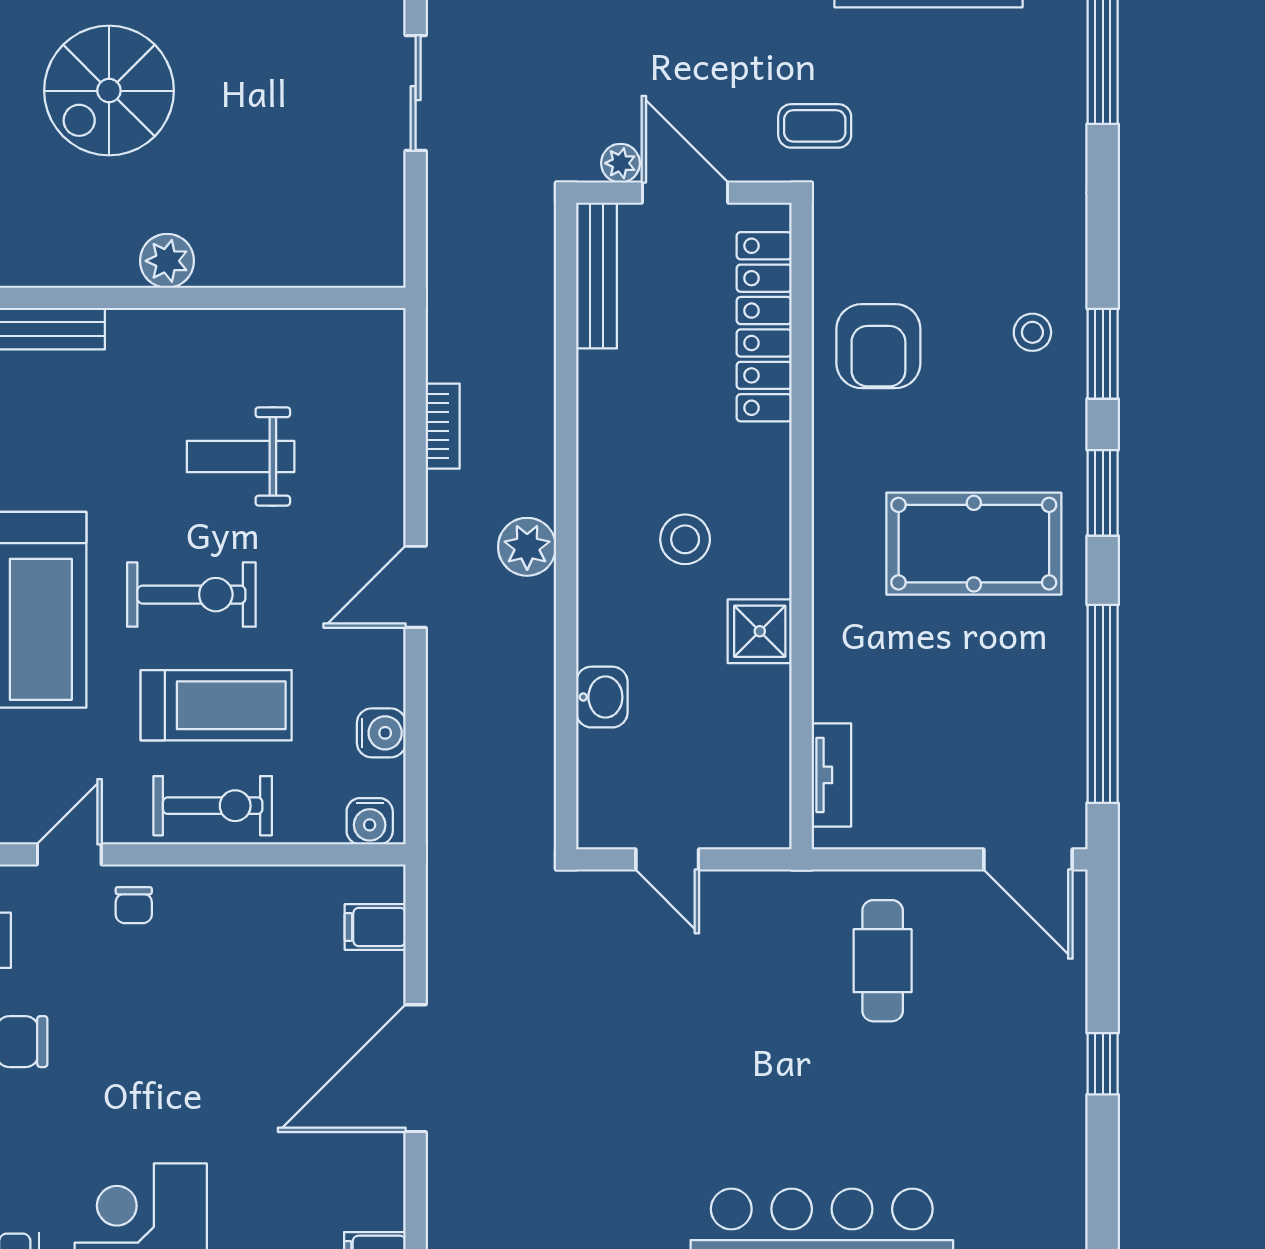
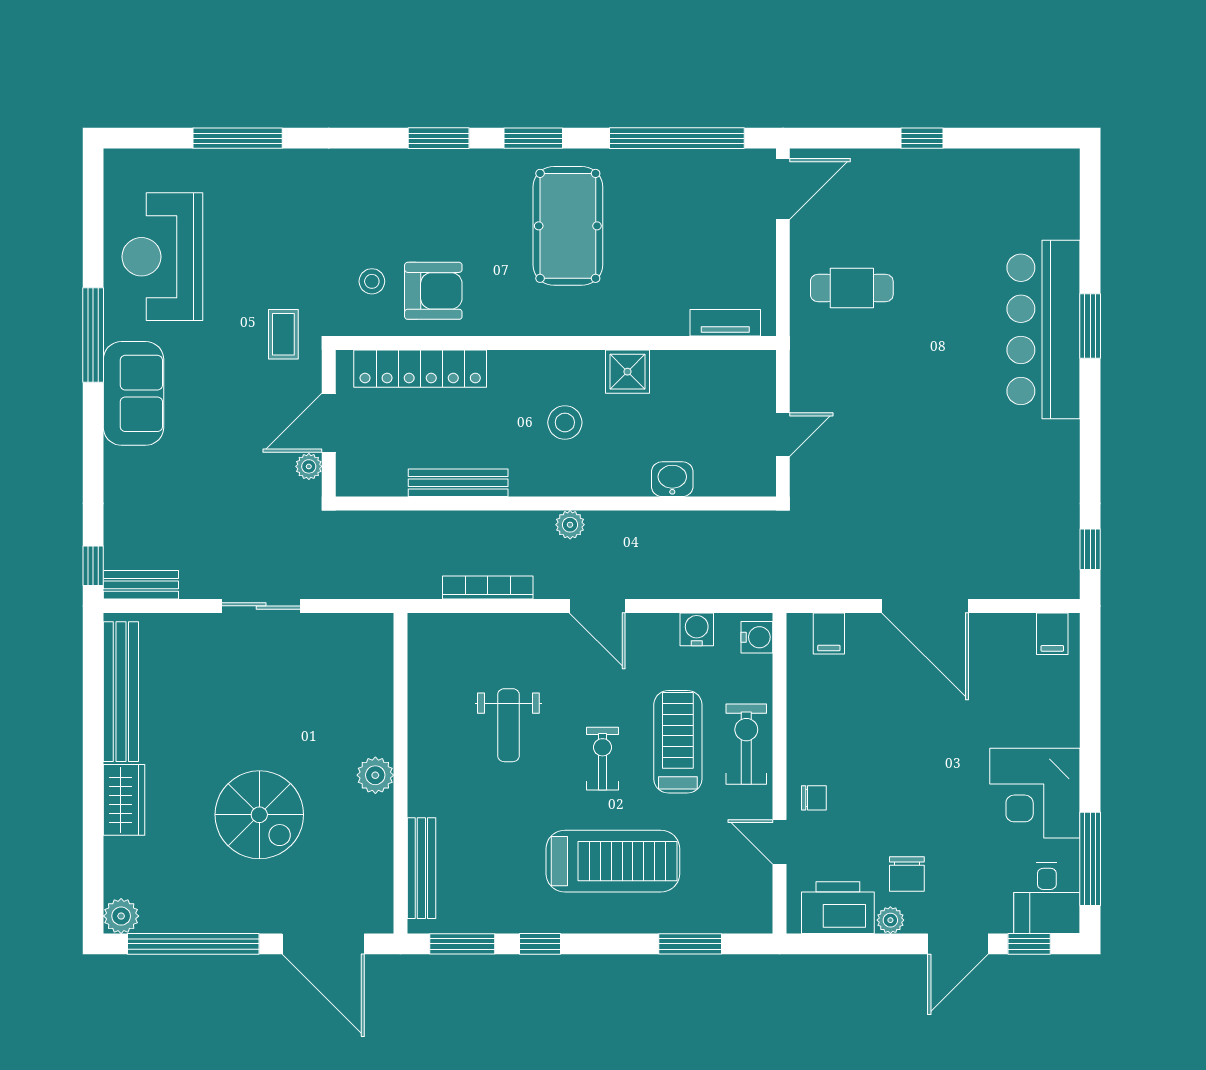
bench: (597, 276) -> (458, 483), moved
stool: (1032, 332) -> (372, 281), moved
bookcase: (443, 426) -> (488, 588), width x1.56
plant: (527, 547) -> (570, 525), width x0.73, depth x0.73
exercise bike: (191, 595) -> (603, 759), width x0.73, depth x0.72

